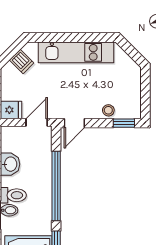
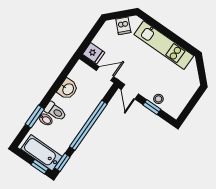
door: (74, 123) -> (130, 92), hinge flipped
window: (124, 123) -> (152, 107), moved

